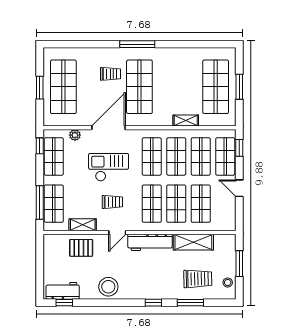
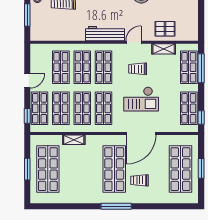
plant: (75, 135) -> (170, 127), removed
door: (239, 188) -> (27, 81), hinge flipped
shelving: (193, 242) -> (67, 34), removed

